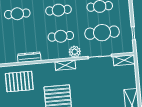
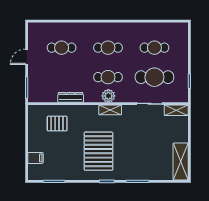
plant: (75, 52) -> (108, 96), moved
pallet: (19, 82) -> (57, 124), width x0.67, depth x0.71

